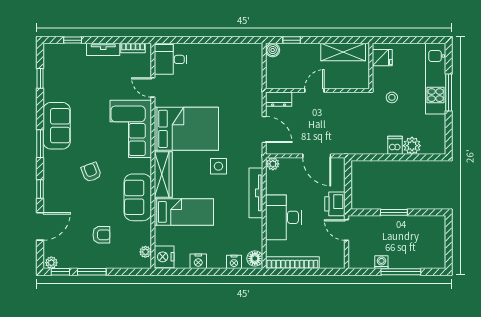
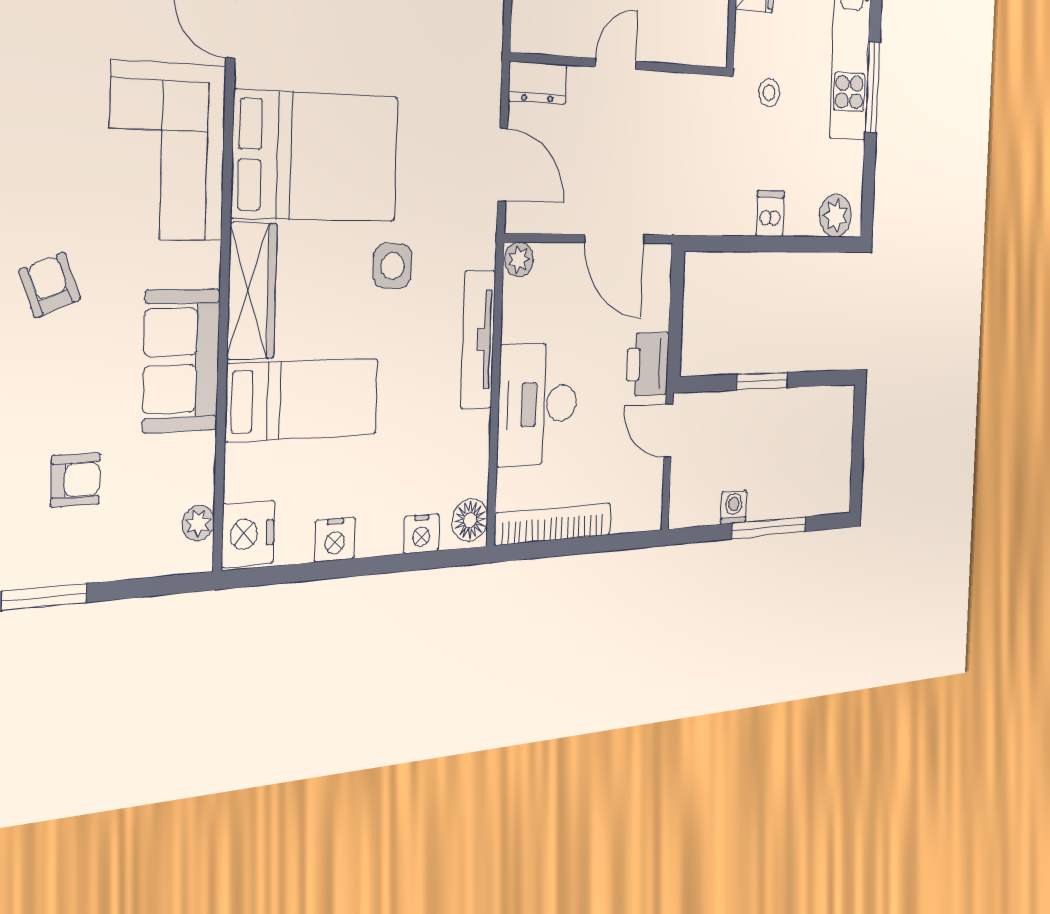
plant: (412, 146) -> (835, 216), moved

